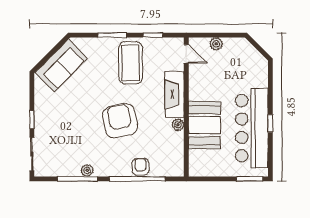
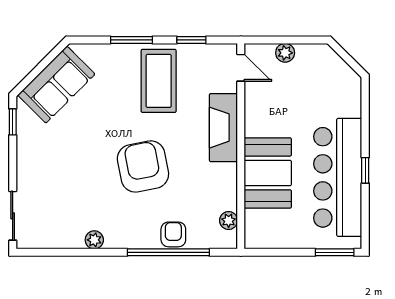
window: (32, 120) -> (13, 122), moved
plant: (178, 125) -> (229, 220), moved
window: (77, 179) -> (80, 252), removed

